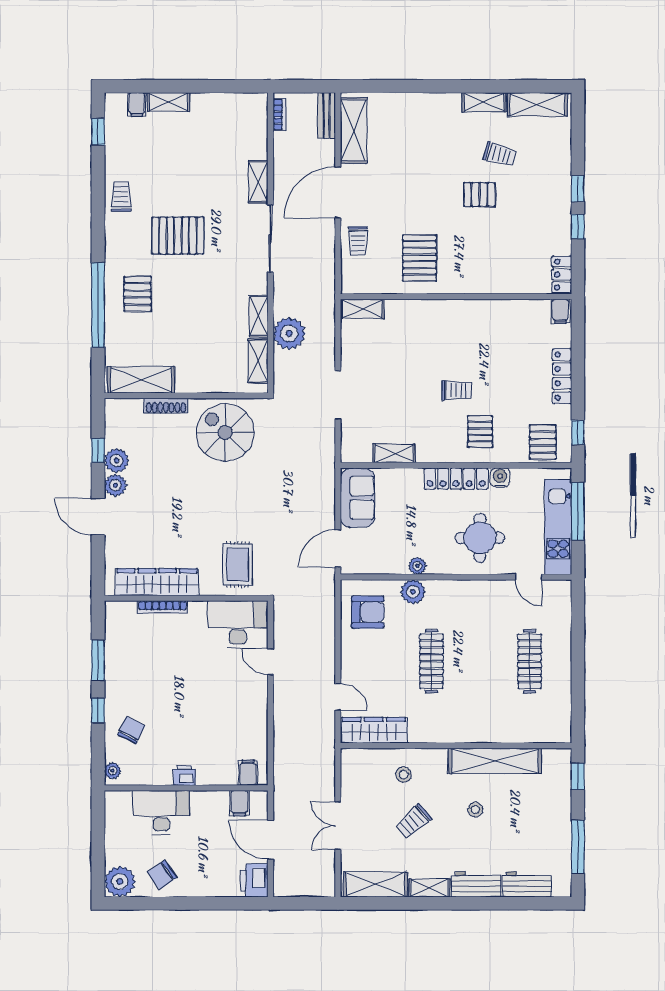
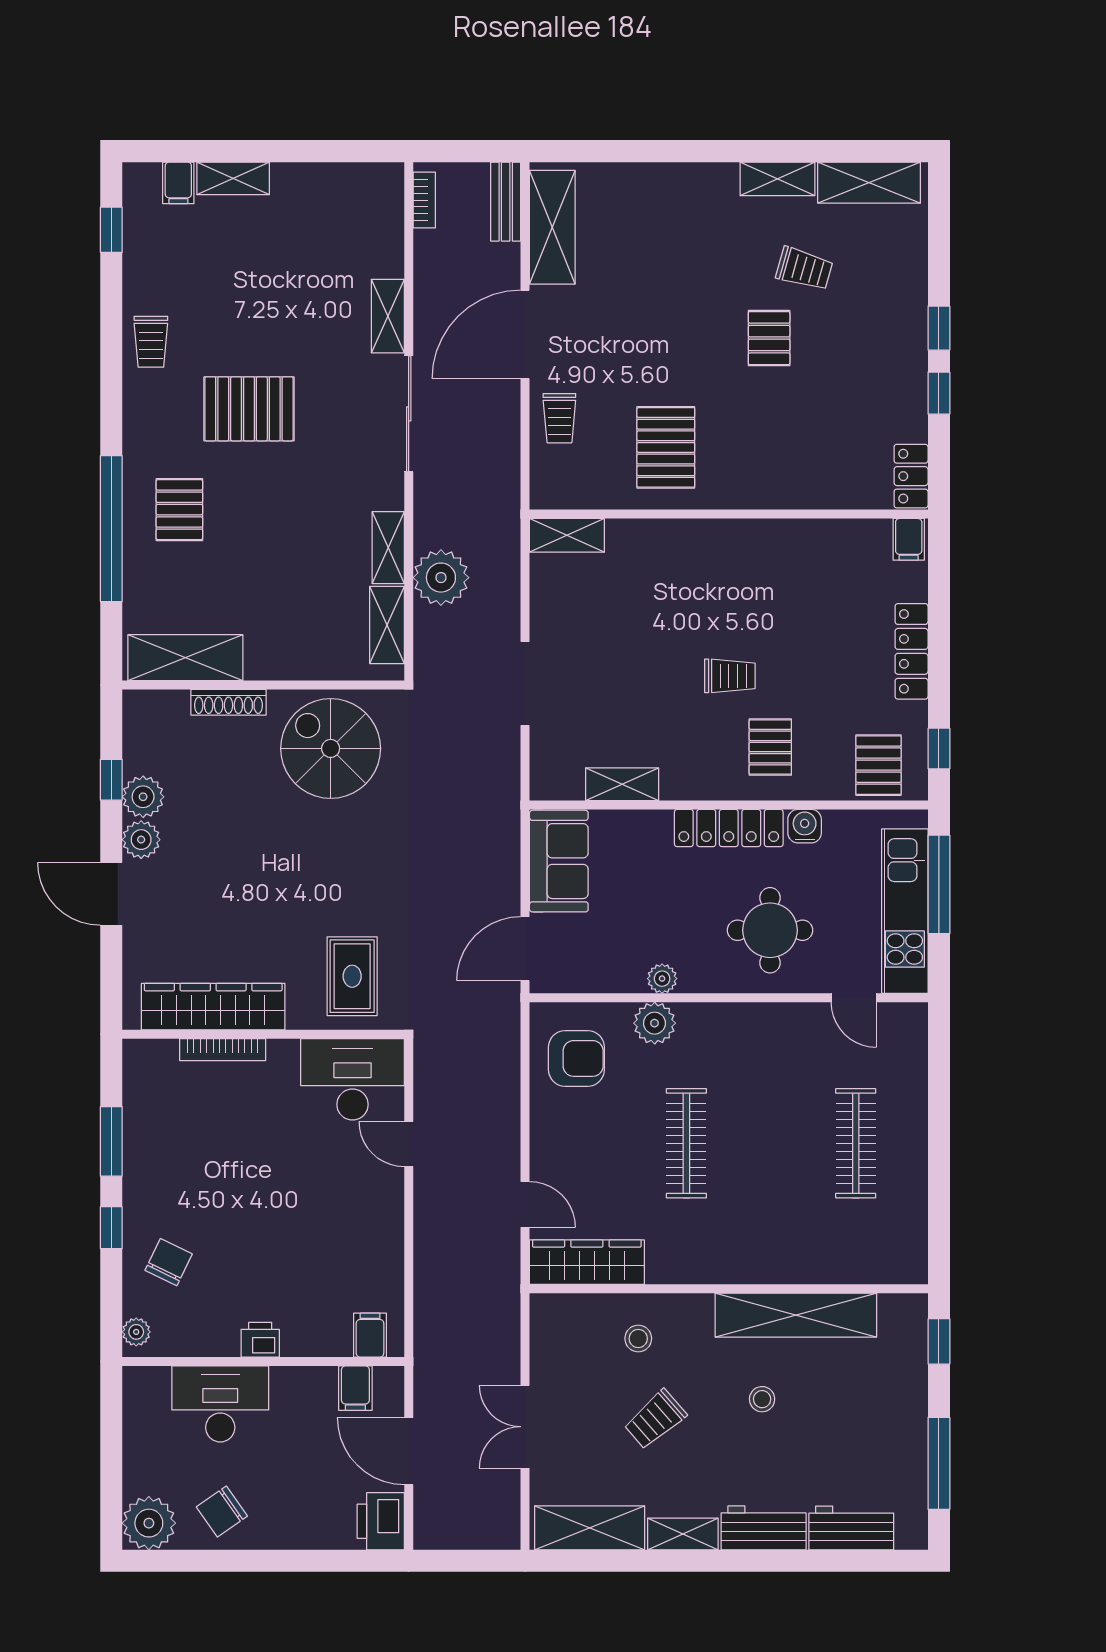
pallet: (479, 195) -> (769, 338), turned 90
trolley: (121, 197) -> (151, 342), turned 180

